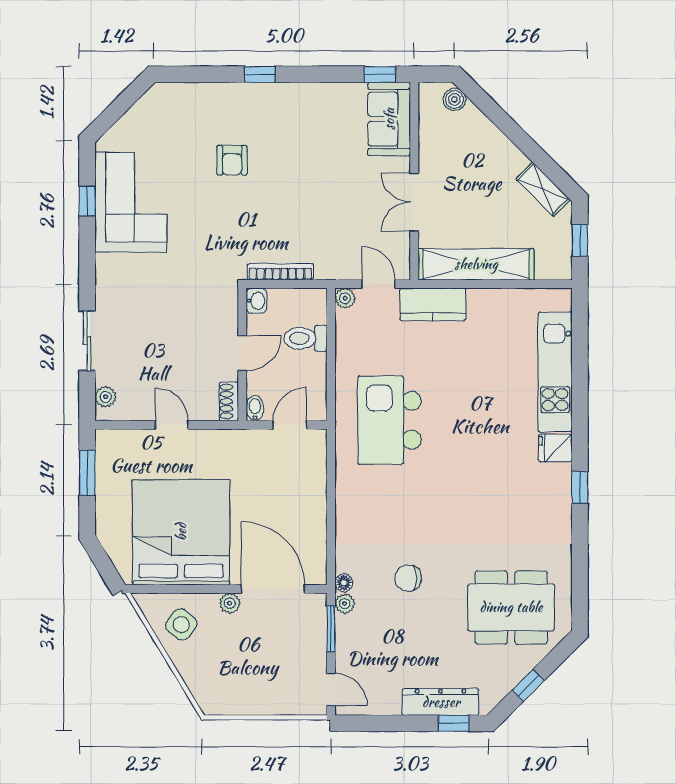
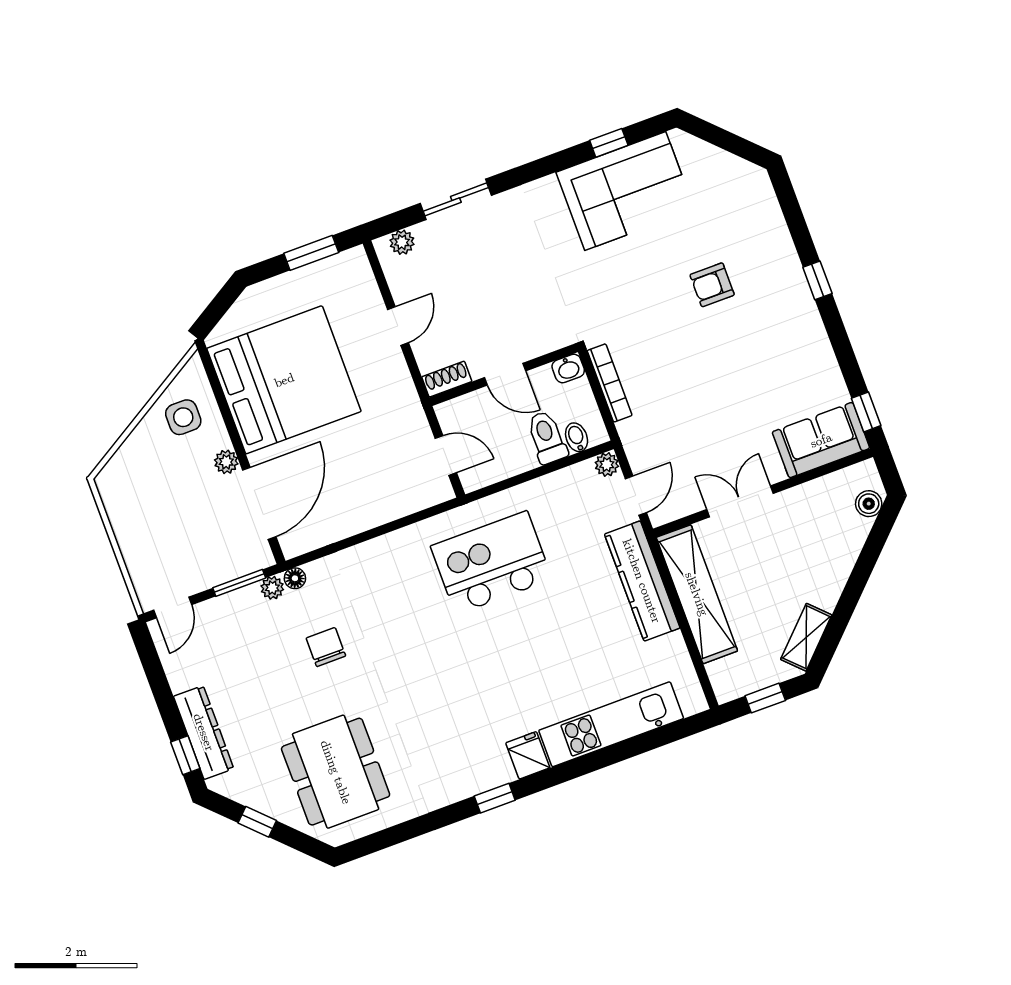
kitchen counter: (433, 304) -> (642, 581), width x1.50
bidet: (255, 408) -> (577, 437), moved, turned -90
side table: (181, 625) -> (183, 417), turned -38

